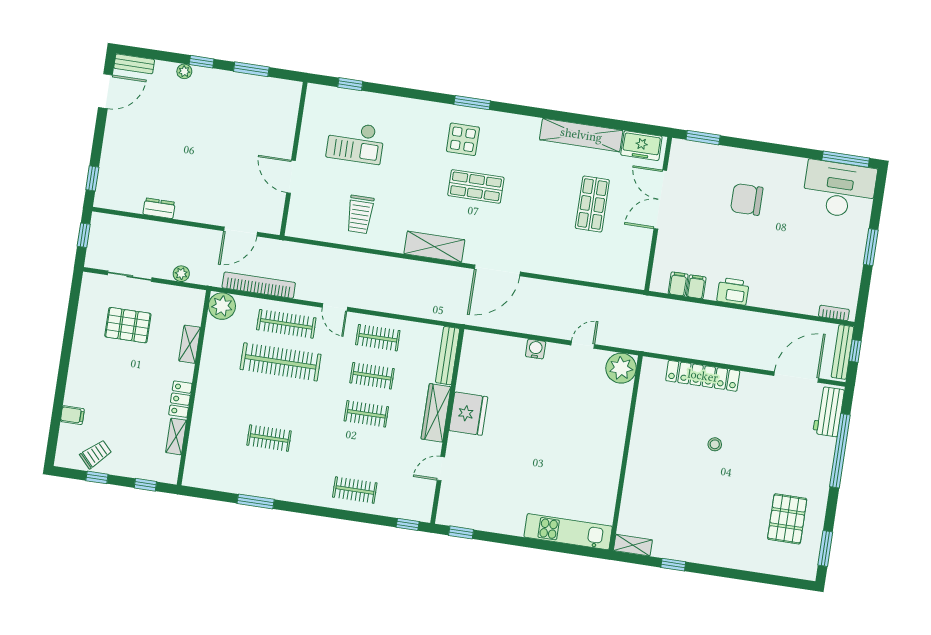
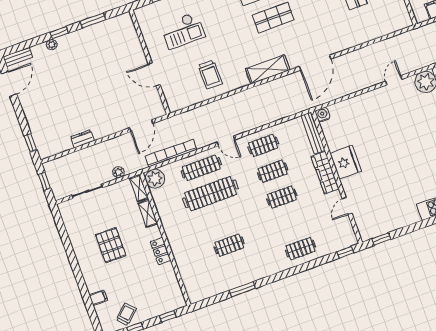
pallet: (128, 325) -> (111, 245), moved, turned 90
water cooler: (536, 349) -> (323, 115), moved
shelving: (176, 436) -> (139, 188), moved

